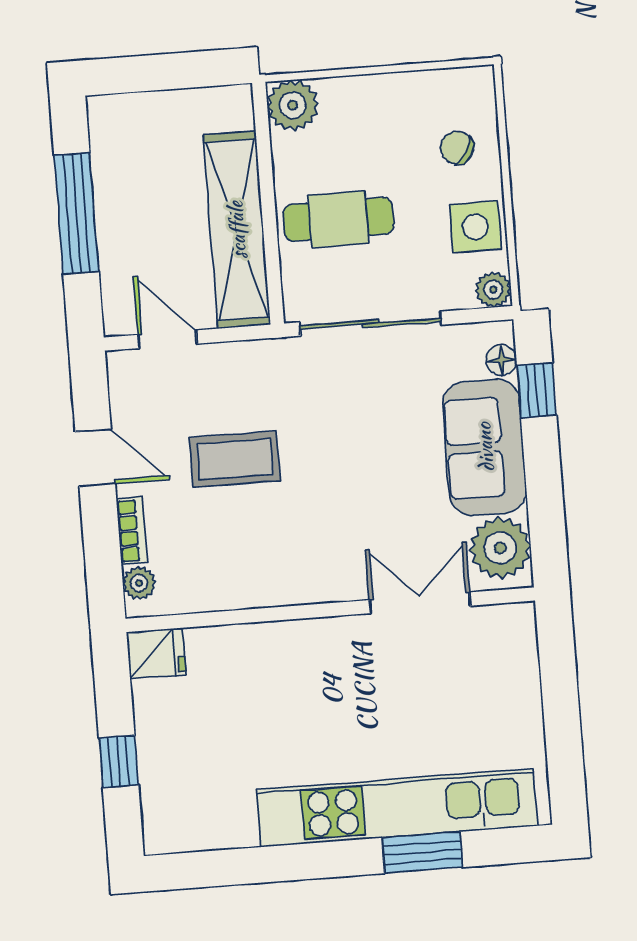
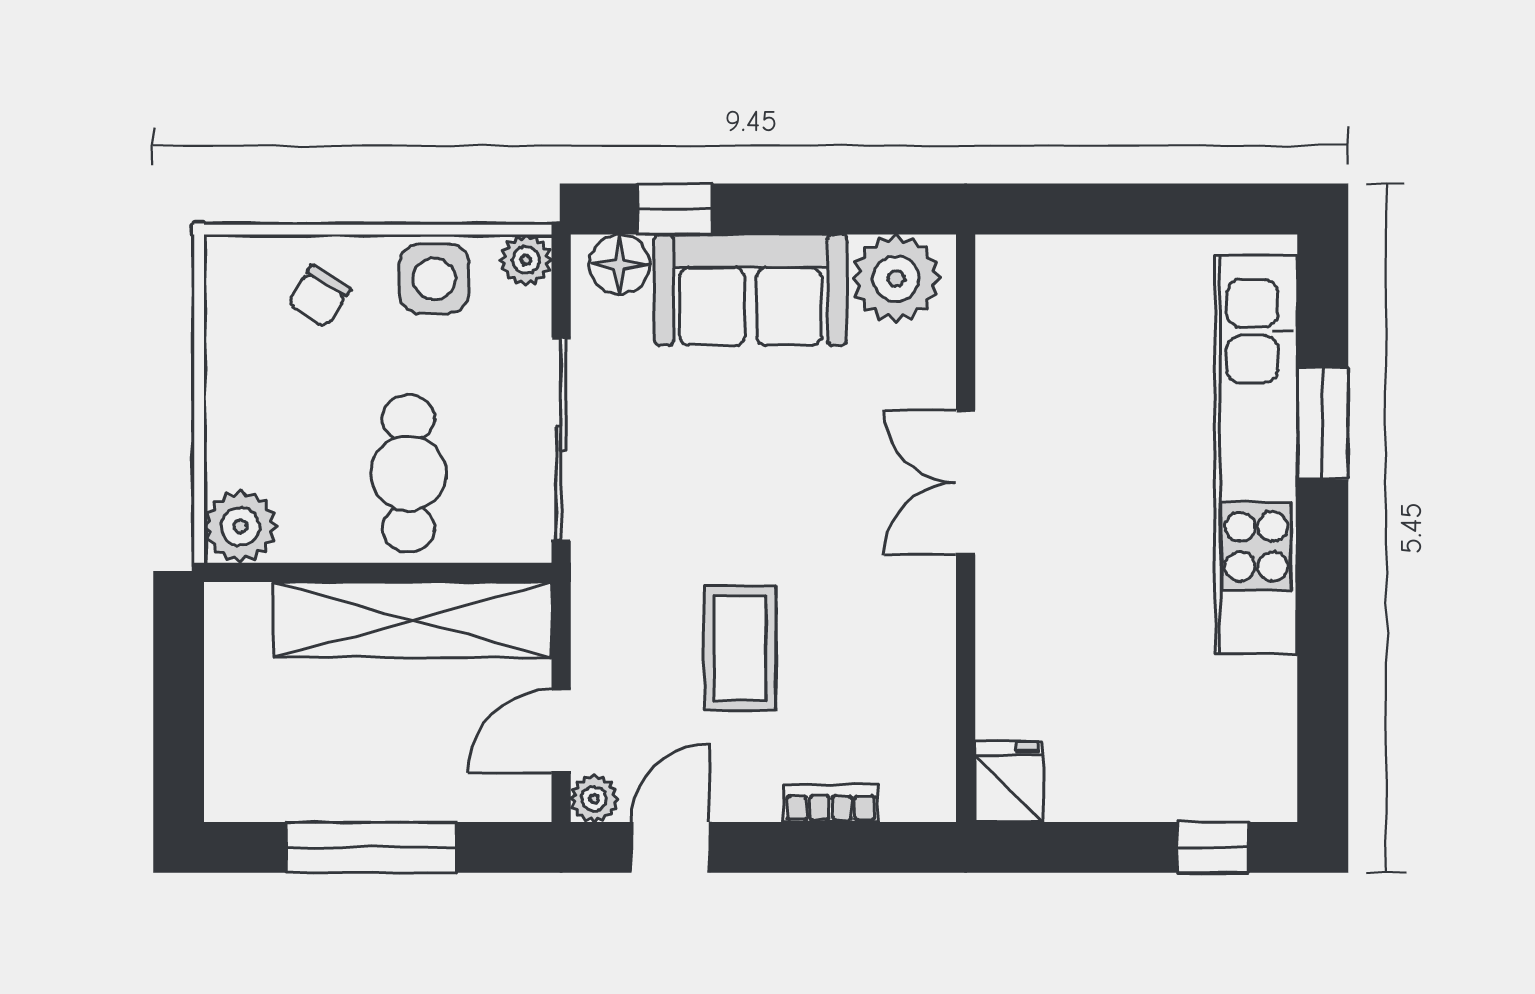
floor lamp: (501, 360) -> (619, 264), width x1.37, depth x1.37
door: (95, 458) -> (671, 847), moved
plant: (139, 583) -> (594, 799), moved
double door: (420, 603) -> (966, 482), moved
window: (119, 762) -> (1213, 847), moved

